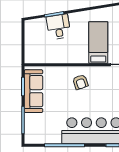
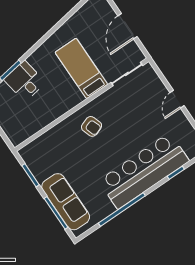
sofa: (33, 91) -> (66, 202), moved

